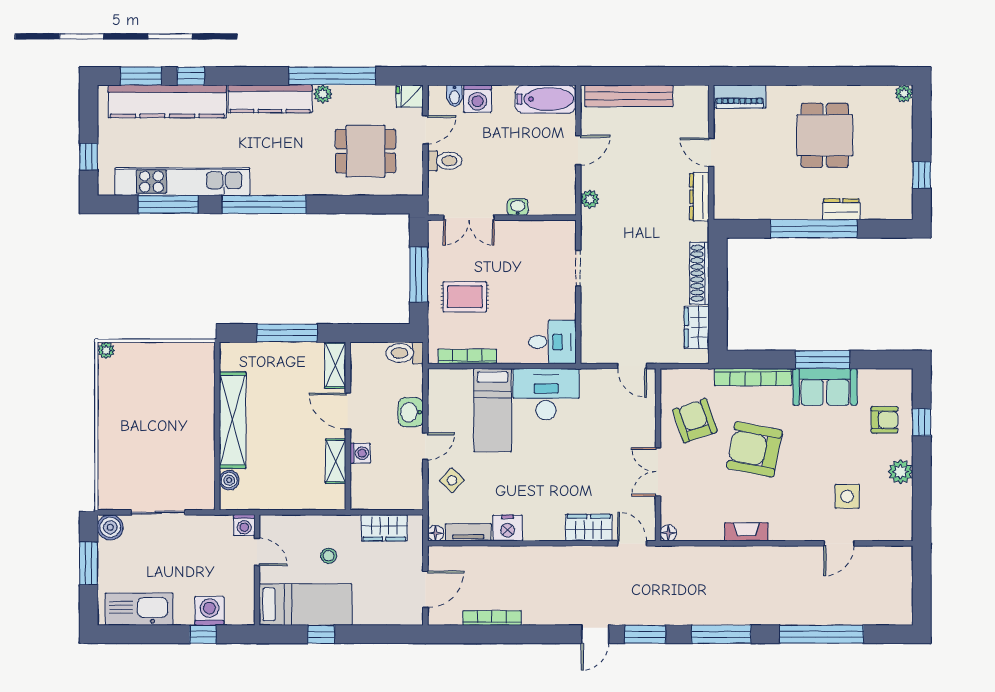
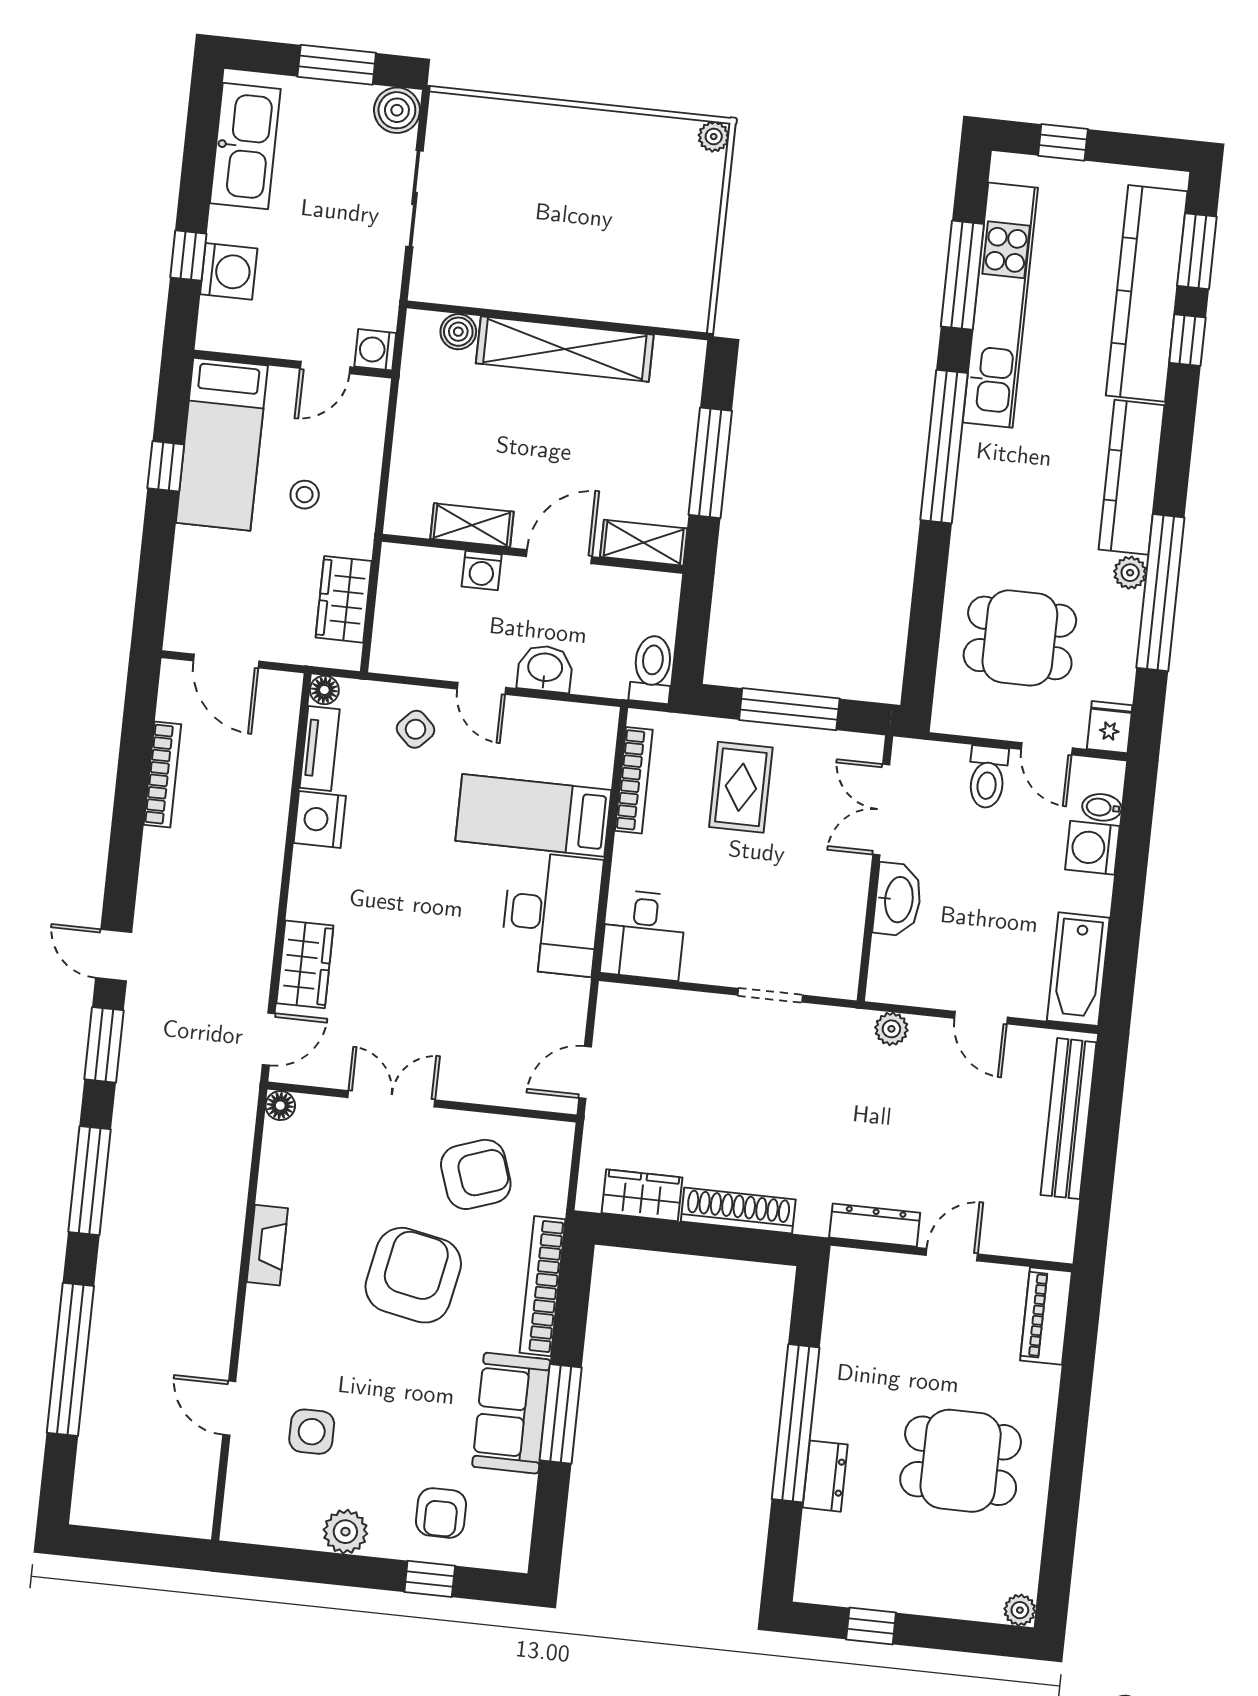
dining table: (366, 151) -> (1020, 638), turned 90
washbasin: (518, 207) -> (898, 899), width x1.91, depth x1.45

